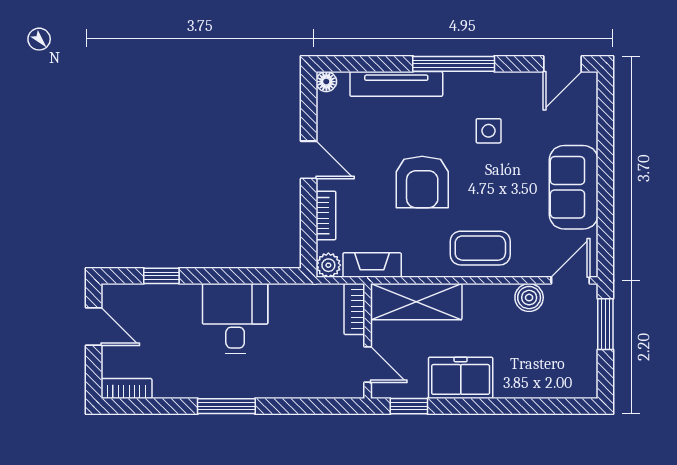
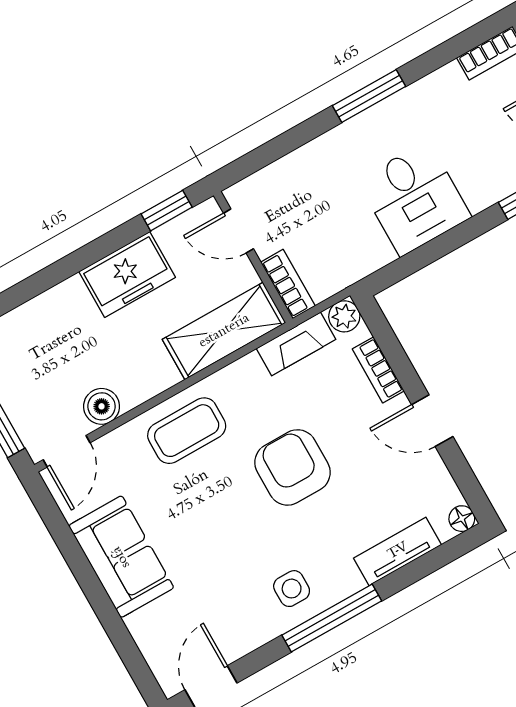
tv unit: (396, 84) -> (398, 551), width x0.71
side table: (489, 131) -> (292, 589), moved

